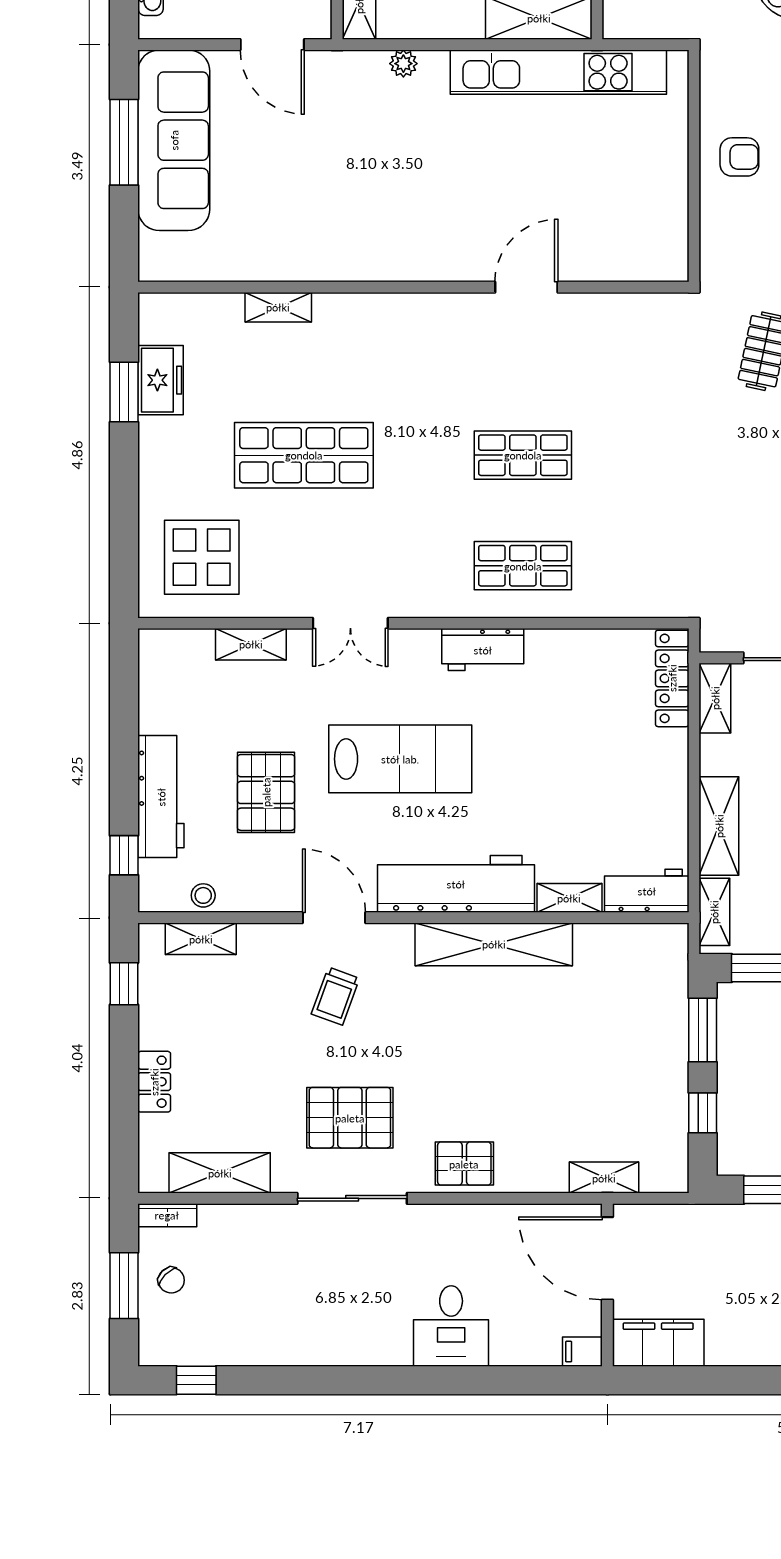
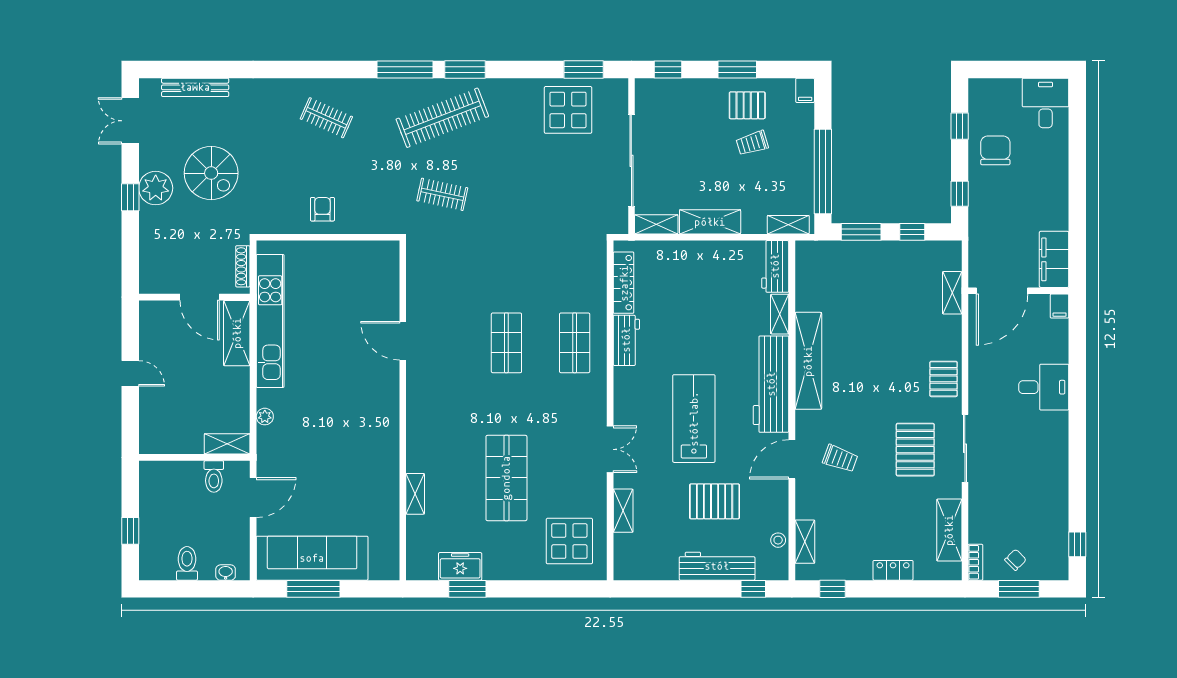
shoe rack: (647, 28) -> (243, 266), added
workbench: (483, 650) -> (626, 340), moved
locker: (672, 678) -> (624, 283), moved, turned -90
shelving: (719, 826) -> (710, 222), moved

